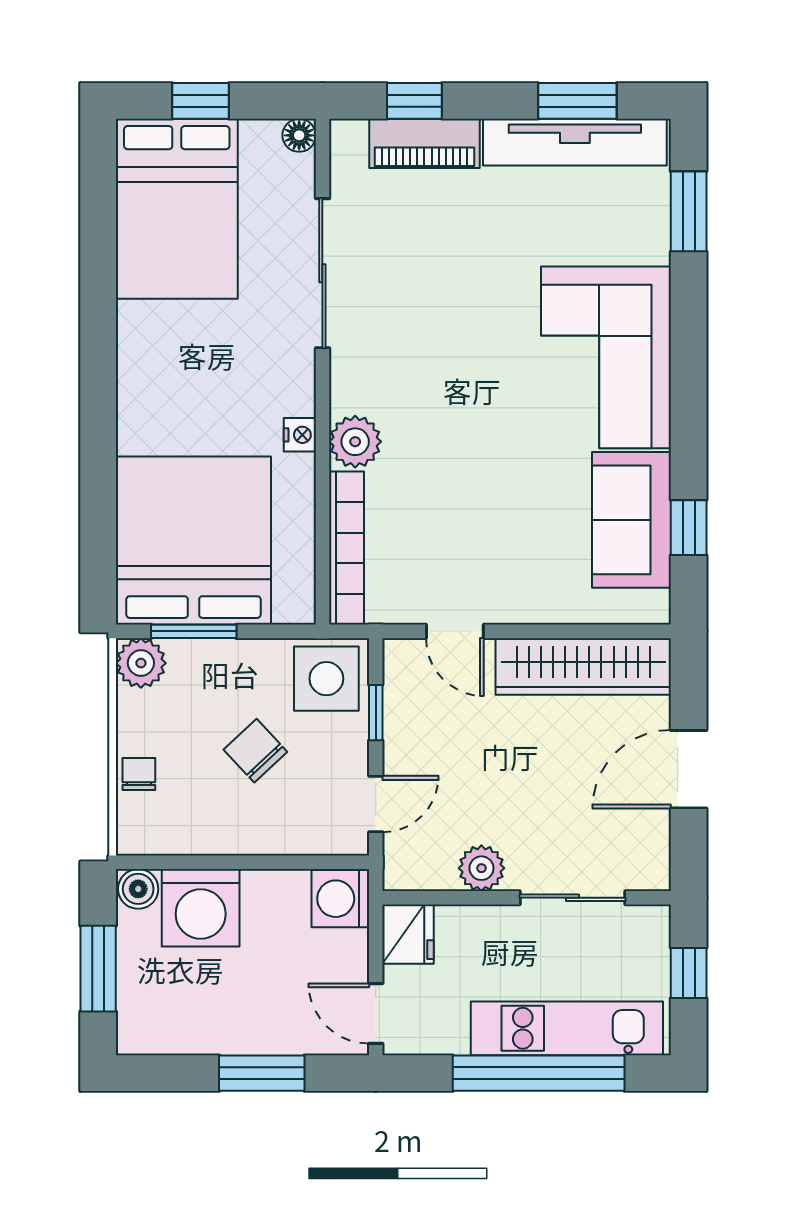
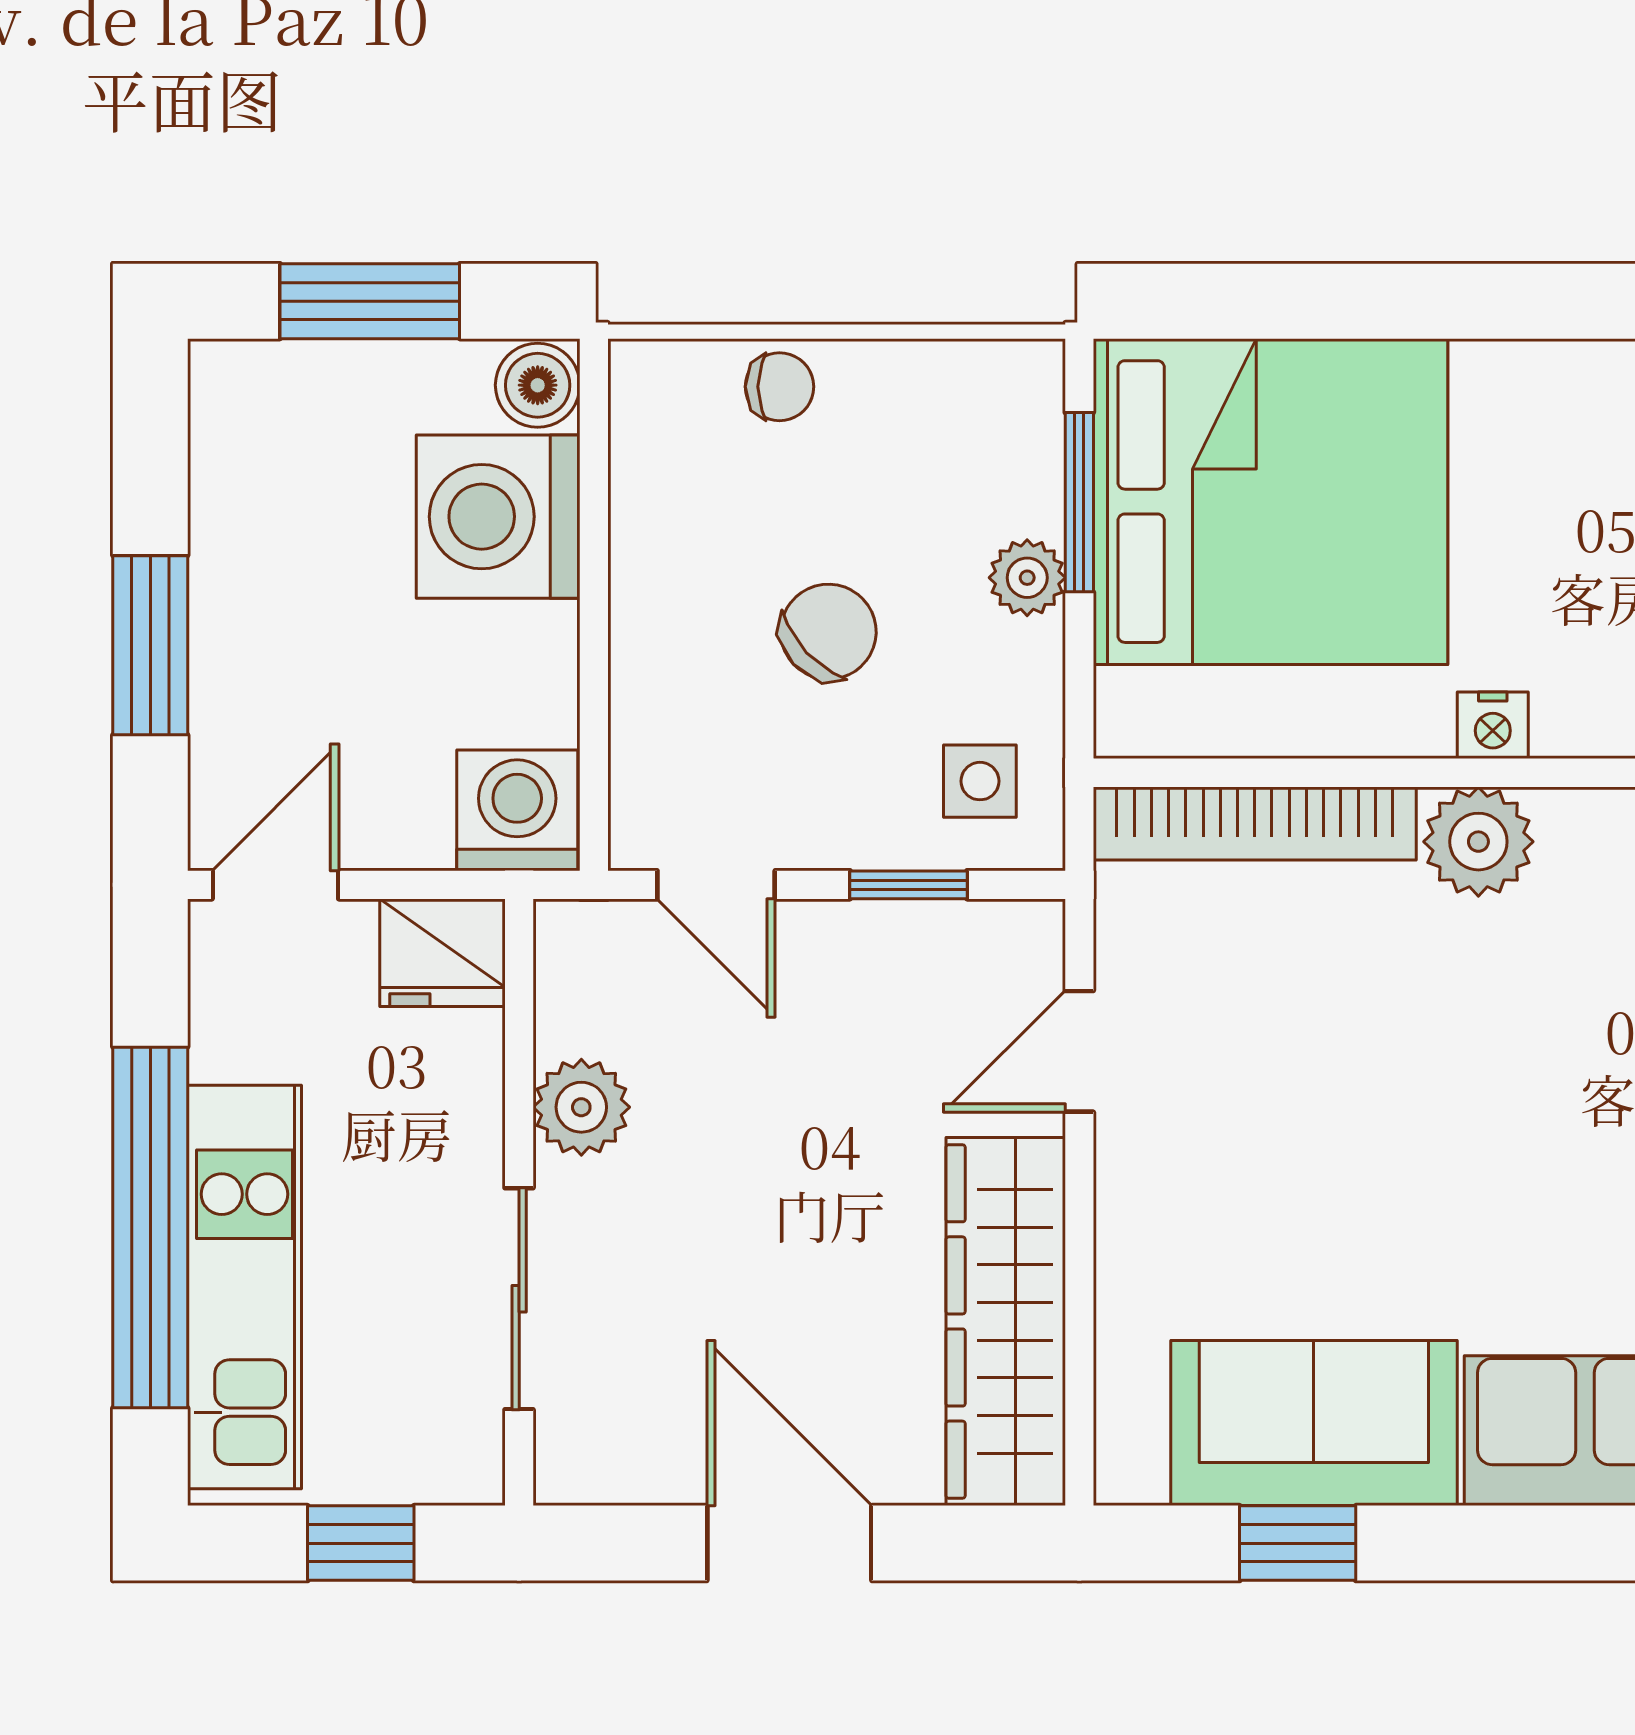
plant: (141, 663) -> (1027, 578), moved, width x0.73, depth x0.73
side table: (326, 679) -> (980, 781), width x0.54, depth x0.54

